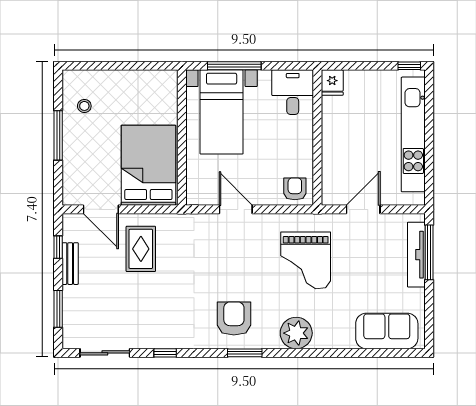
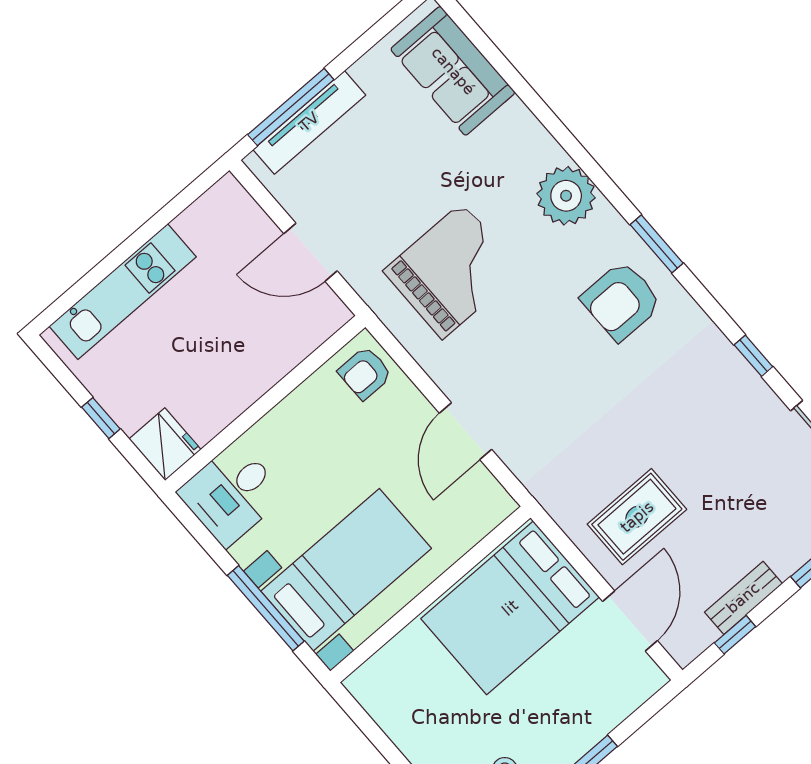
window: (409, 66) -> (101, 418), moved
fridge: (332, 83) -> (165, 444), width x1.38
kitchen unit: (413, 134) -> (123, 292), width x0.73

